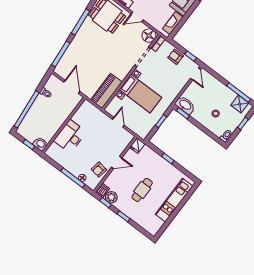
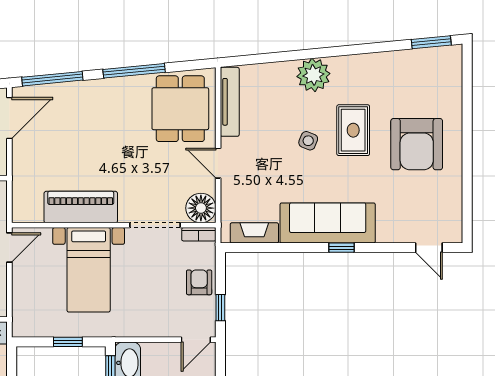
door: (72, 87) -> (9, 118), moved
piano: (106, 91) -> (81, 207), moved
door: (118, 122) -> (9, 247), moved

